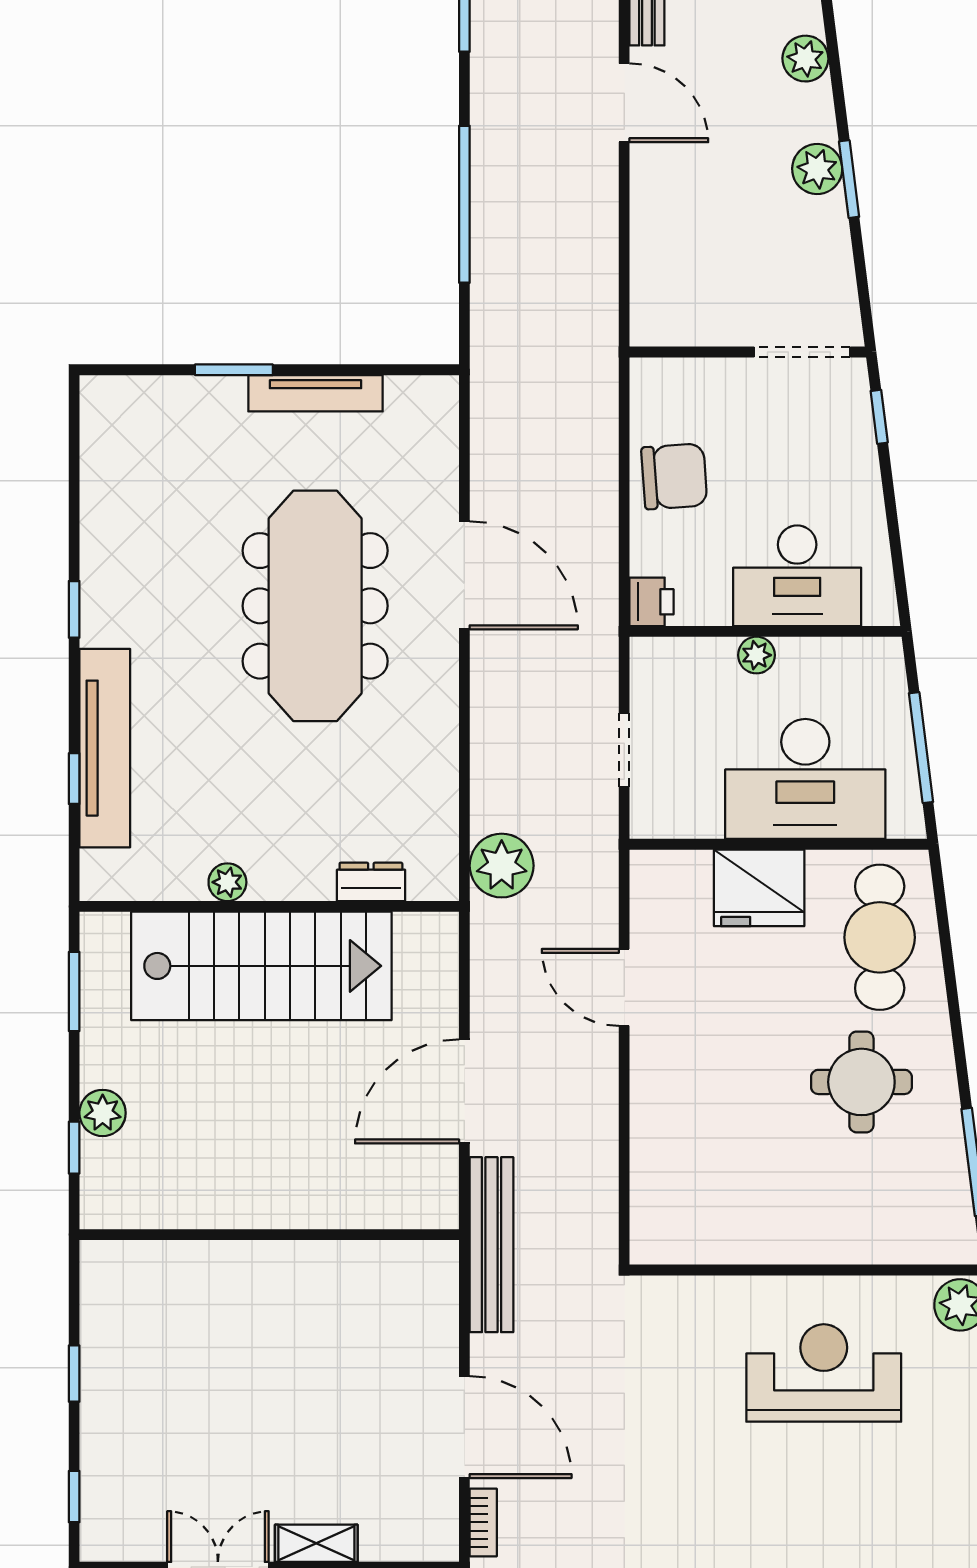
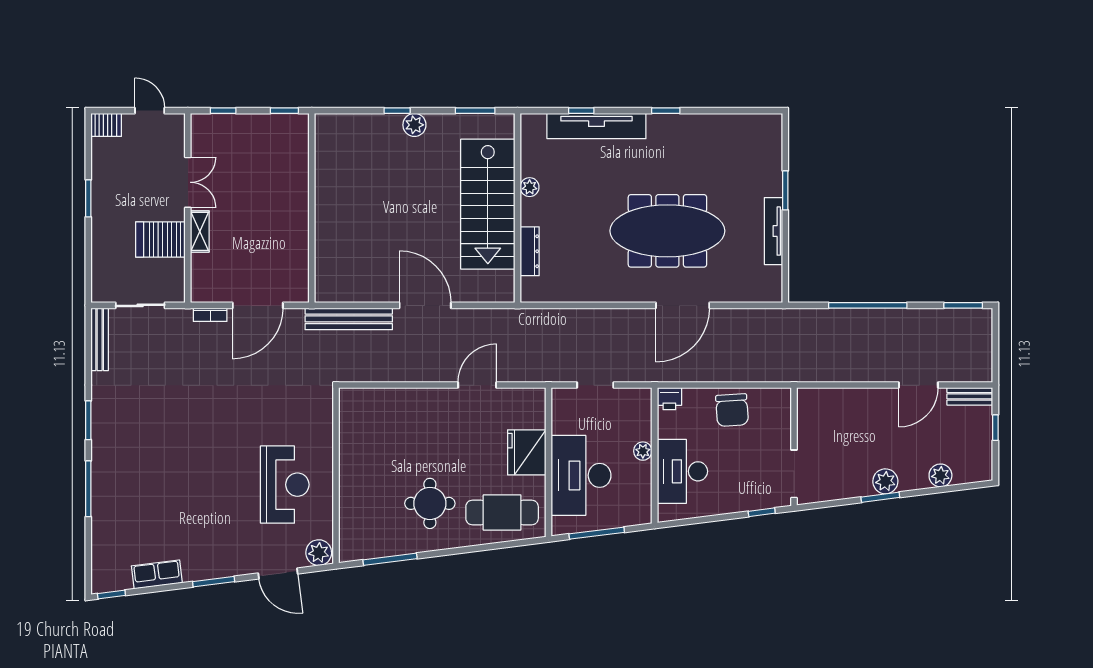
plant: (502, 866) -> (538, 324), removed
dresser: (371, 882) -> (530, 251), width x1.44
wall: (269, 1235) -> (312, 208), moved

